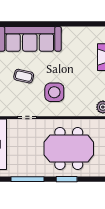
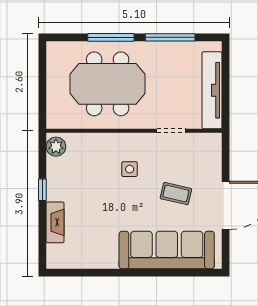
side table: (54, 92) -> (130, 169), width x0.54, depth x0.54
window: (67, 179) -> (111, 37), width x1.44

